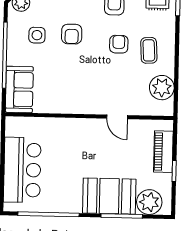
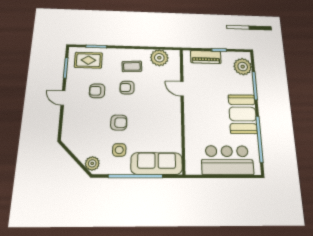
sofa: (19, 90) -> (157, 163), width x1.36
door: (117, 117) -> (182, 89), swing flipped
booth: (109, 196) -> (243, 114), moved

